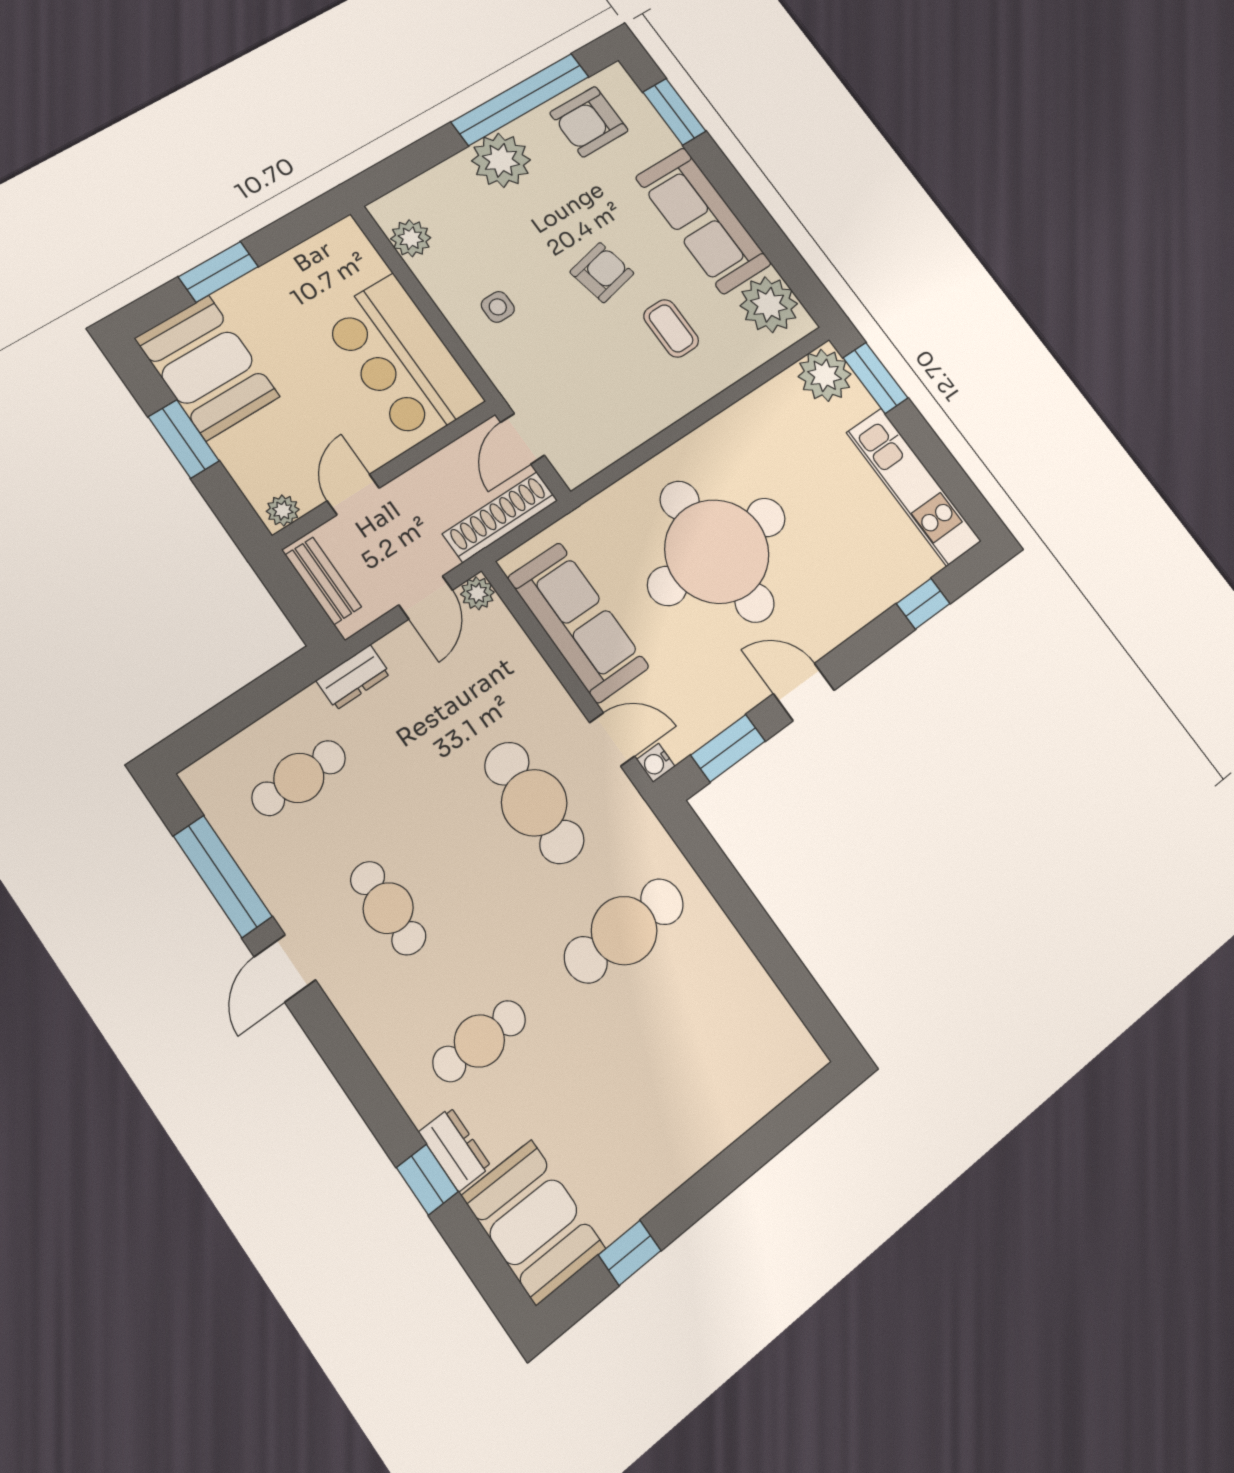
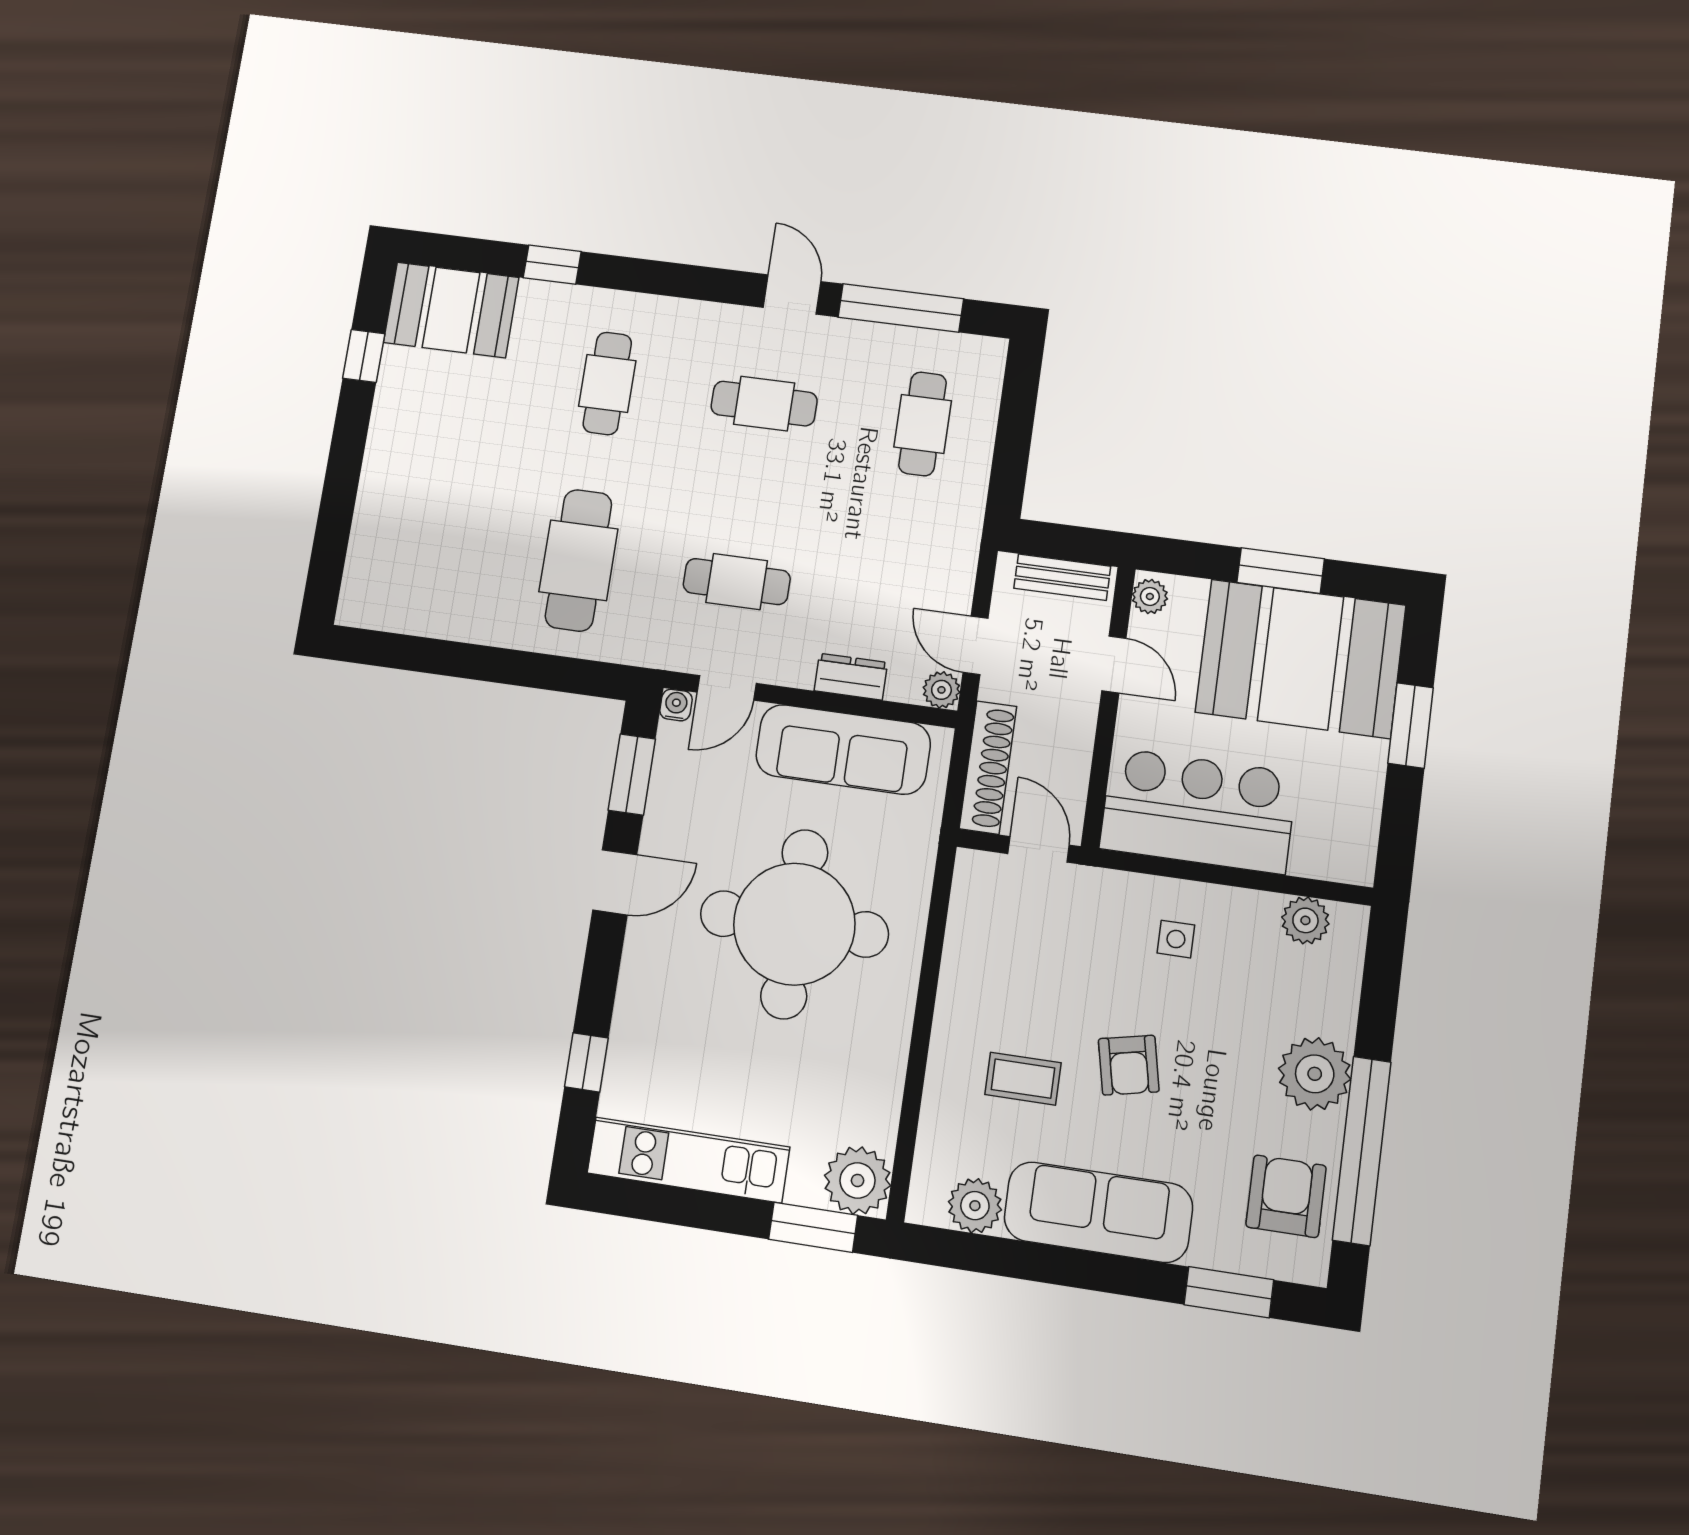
plant: (769, 305) -> (975, 1206), width x0.73, depth x0.73
booth: (207, 368) -> (1301, 659), width x1.36, depth x1.42
dresser: (353, 677) -> (851, 677), moved, turned 90
cafe table: (534, 803) -> (737, 582), width x0.73, depth x0.74
dresser: (455, 1149) -> (553, 301), removed

